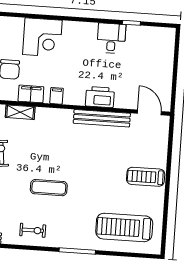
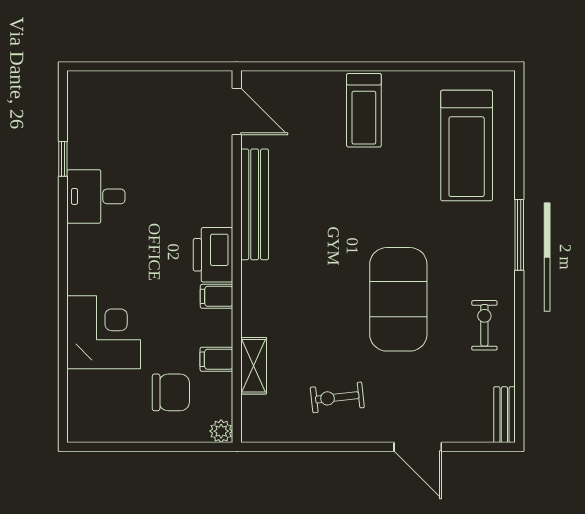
filing cabinet: (31, 94) -> (216, 359), width x0.50
printer: (100, 97) -> (213, 255), moved
door: (149, 112) -> (237, 112), swing flipped
exercise mat: (49, 188) -> (398, 299), width x2.00, depth x1.45

